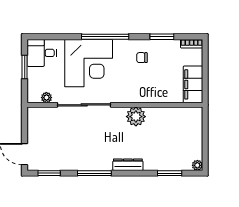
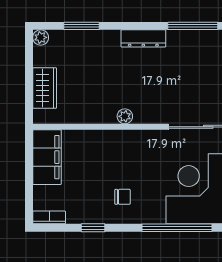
window: (162, 37) -> (93, 228), width x0.67
plant: (136, 117) -> (125, 116), width x0.53, depth x0.53
wardrobe: (195, 131) -> (45, 88), added

